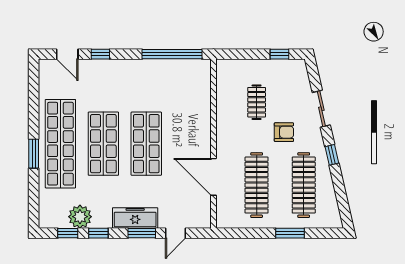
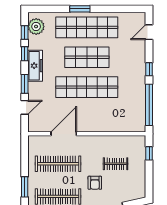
window: (100, 54) -> (149, 69), moved
window: (279, 54) -> (149, 153), moved
shop shelf: (146, 144) -> (87, 87), width x1.40
plant: (80, 217) -> (36, 26), moved
freezer: (135, 218) -> (35, 66), moved
door: (175, 233) -> (25, 107), swing flipped

